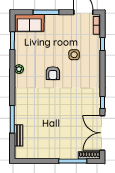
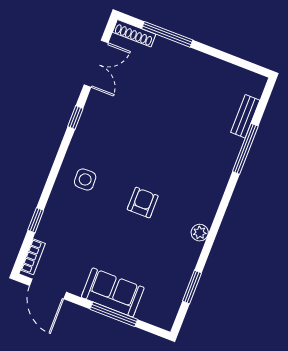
sofa: (29, 23) -> (113, 292), moved
side table: (74, 55) -> (85, 179), moved
double door: (102, 133) -> (96, 64), width x0.73

